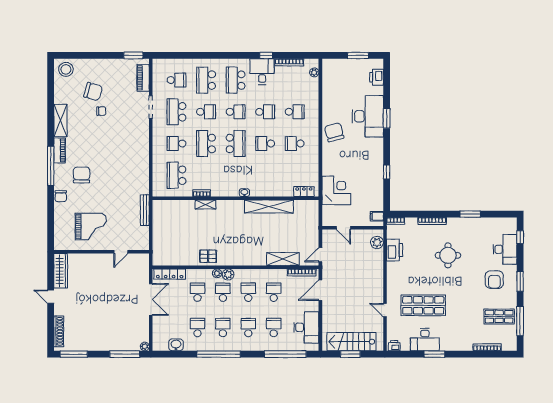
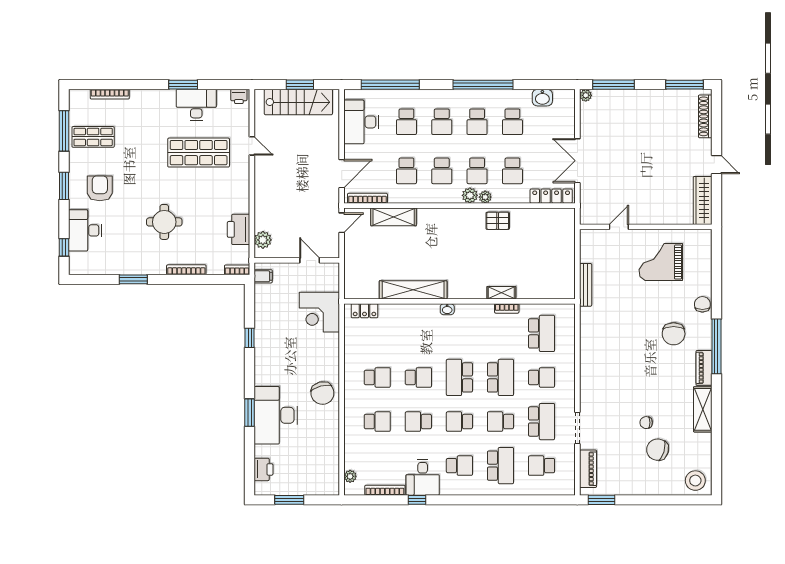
school desk: (236, 80) -> (459, 466), width x0.54
school desk: (295, 112) -> (377, 422), turned 180

